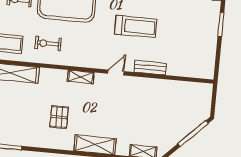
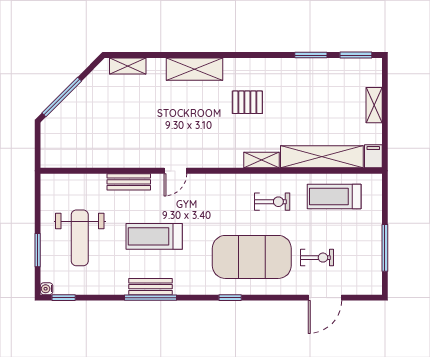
weight bench: (190, 30) -> (80, 238), added
shelving: (81, 77) -> (262, 160), moved
pallet: (59, 117) -> (247, 102), turned 90

